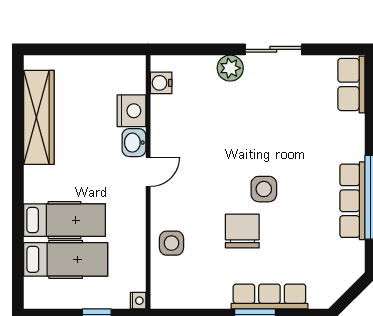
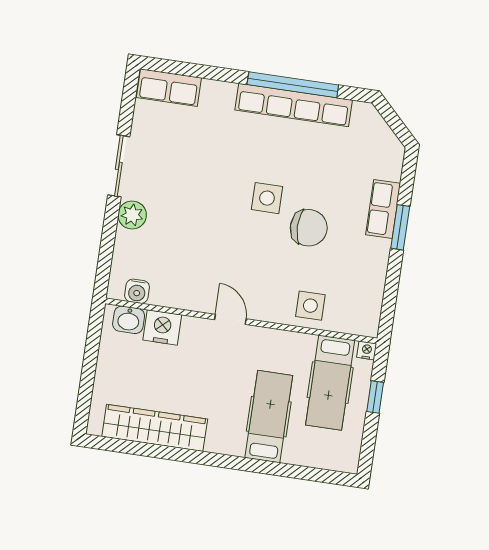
washbasin: (134, 143) -> (129, 320), moved
row of seats: (352, 201) -> (294, 105), width x1.36
chair: (242, 231) -> (309, 228), turned 180
hospital bed: (66, 259) -> (330, 383), moved, turned 180
row of seats: (269, 296) -> (383, 209), width x0.68

